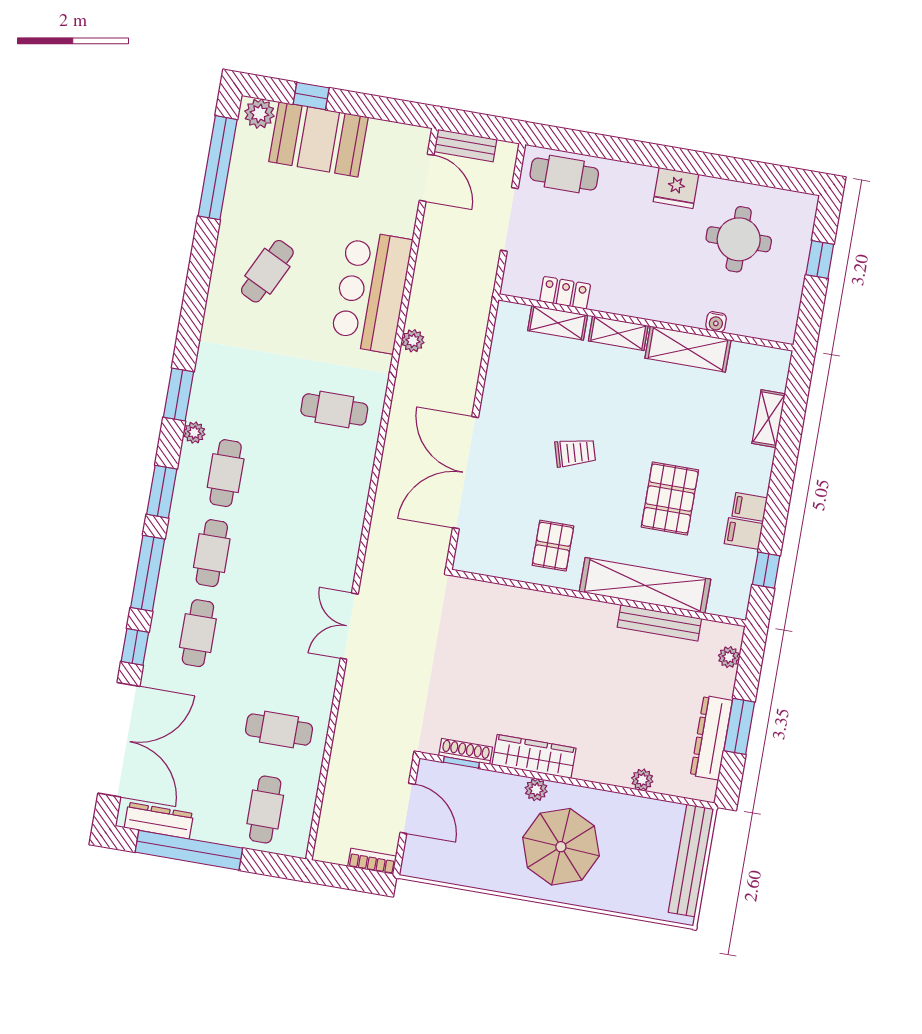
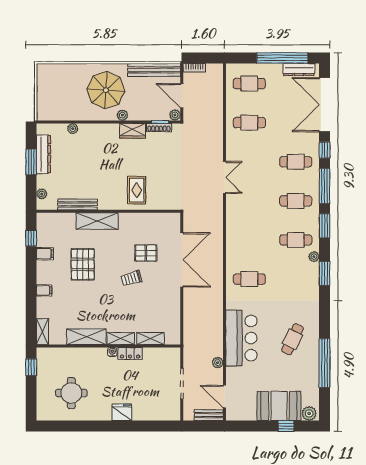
window: (218, 168) -> (325, 363), moved
cafe table: (564, 174) -> (159, 410), removed
fridge: (676, 188) -> (122, 412), moved
window: (820, 259) -> (31, 367), moved
locker: (565, 293) -> (130, 353), moved
water cooler: (716, 322) -> (112, 352), moved
plant: (413, 341) -> (218, 363), moved
shelving: (769, 419) -> (42, 331), moved
cafe table: (226, 473) -> (296, 240), turned 90
filing cabinet: (750, 507) -> (44, 290), moved
pallet: (553, 546) -> (146, 253), moved, turned 90
cafe table: (212, 553) -> (296, 201), turned 90
shelving: (645, 585) -> (97, 221), width x0.68
rug: (533, 631) -> (137, 190), added
cafe table: (198, 633) -> (296, 162), turned 90
wardrobe: (534, 756) -> (133, 131), width x0.67
plant: (428, 771) -> (175, 115), added
cafe table: (265, 810) -> (249, 84), turned 90
bench: (691, 861) -> (154, 70), moved, turned 90

